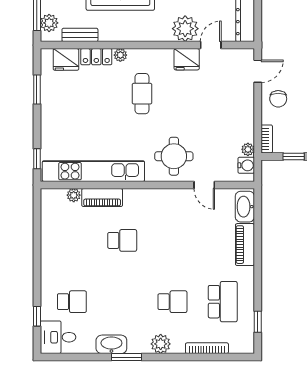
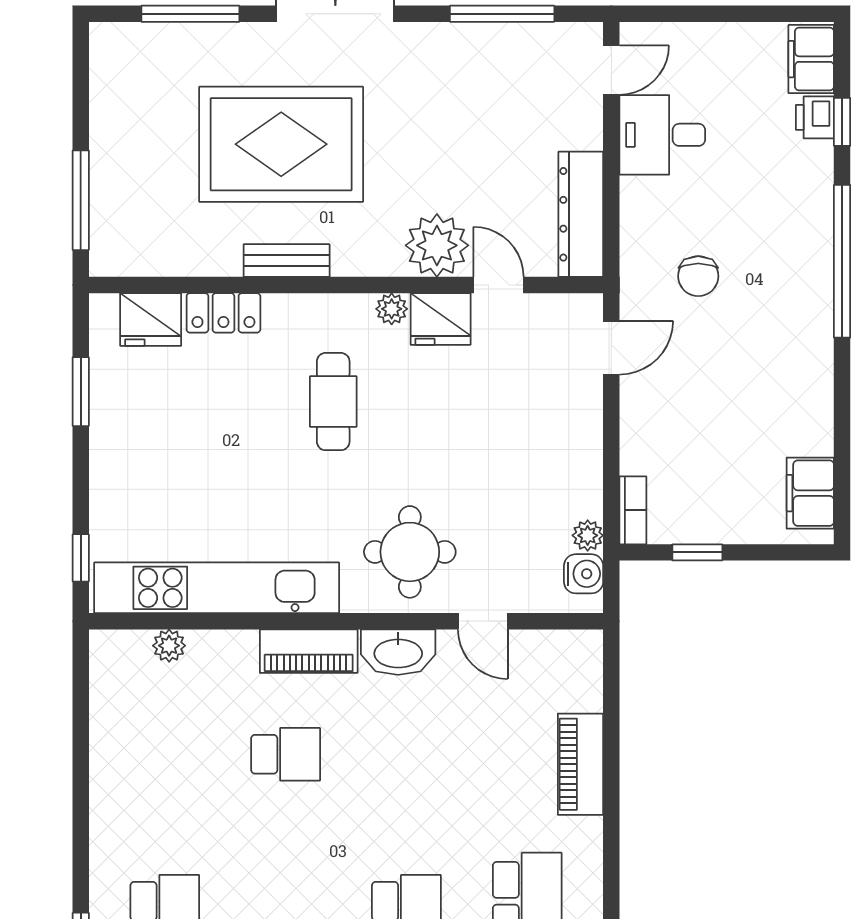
plant: (49, 23) -> (110, 232), removed
bench: (80, 35) -> (287, 261), moved
door: (211, 45) -> (498, 285), hinge flipped
plant: (120, 55) -> (392, 309), moved
chair: (278, 99) -> (698, 276), moved
piano: (102, 198) -> (309, 651), moved
washbasin: (245, 207) -> (398, 652), moved, turned -90

